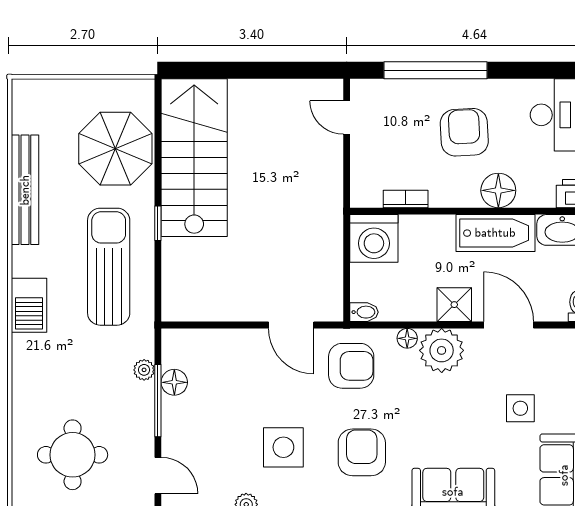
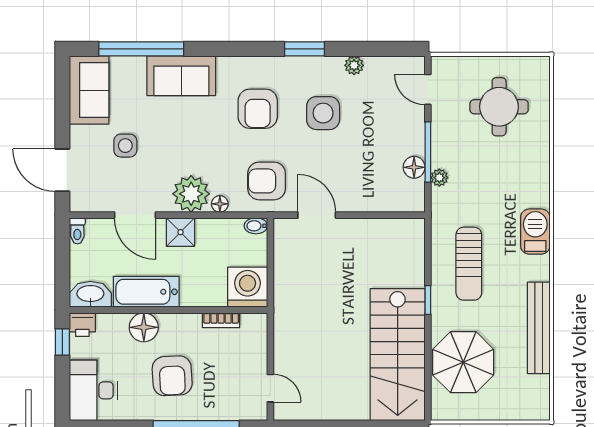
sun lounger: (109, 267) -> (469, 264), width x0.73, depth x0.75

